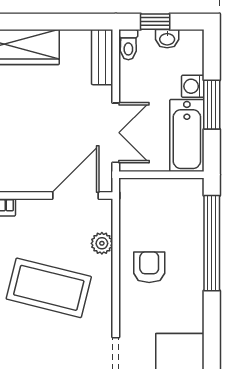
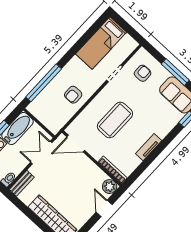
plant: (102, 243) -> (82, 118), removed
coffee table: (49, 288) -> (115, 120), turned 76

